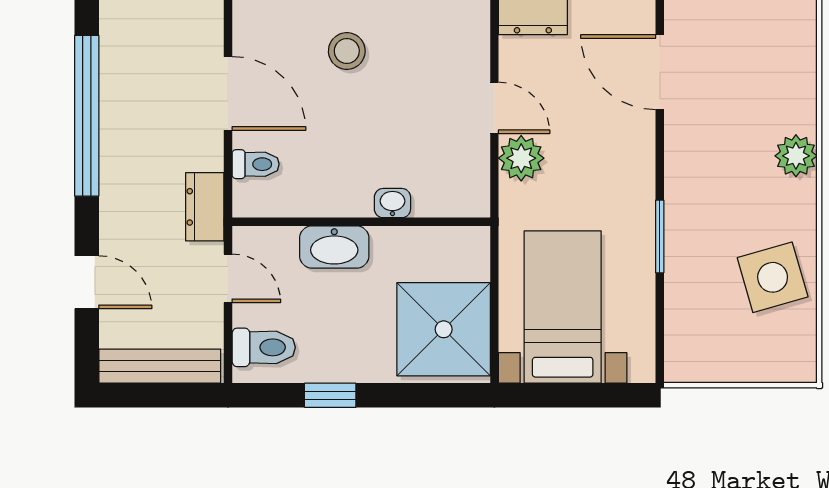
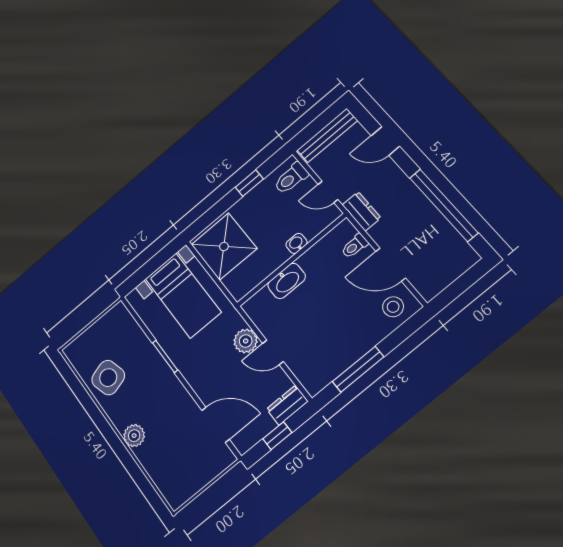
stool: (347, 51) -> (393, 307), moved
washbasin: (392, 203) -> (287, 281), width x1.91, depth x1.45
washbasin: (334, 247) -> (296, 243), width x0.52, depth x0.69

